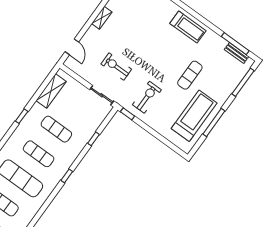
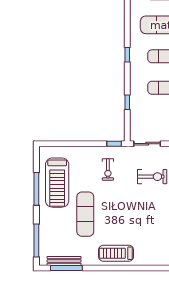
bench: (237, 53) -> (64, 261), width x1.36
exercise mat: (190, 75) -> (85, 214), width x1.36, depth x1.45
exercise bike: (147, 97) -> (108, 169), width x0.73, depth x0.72

